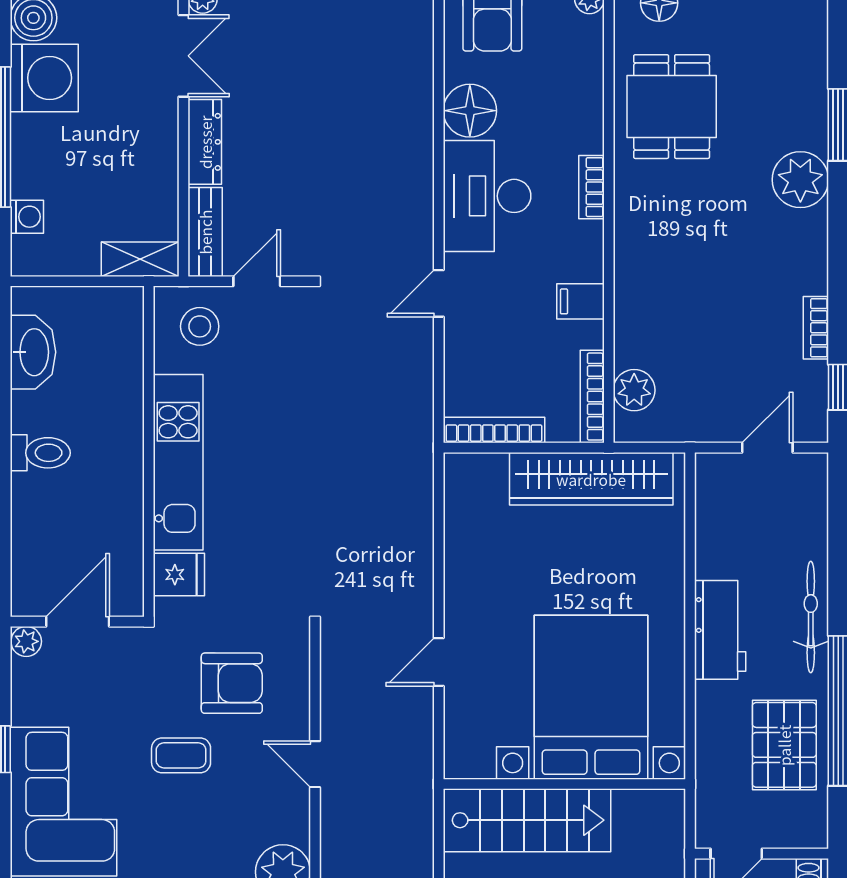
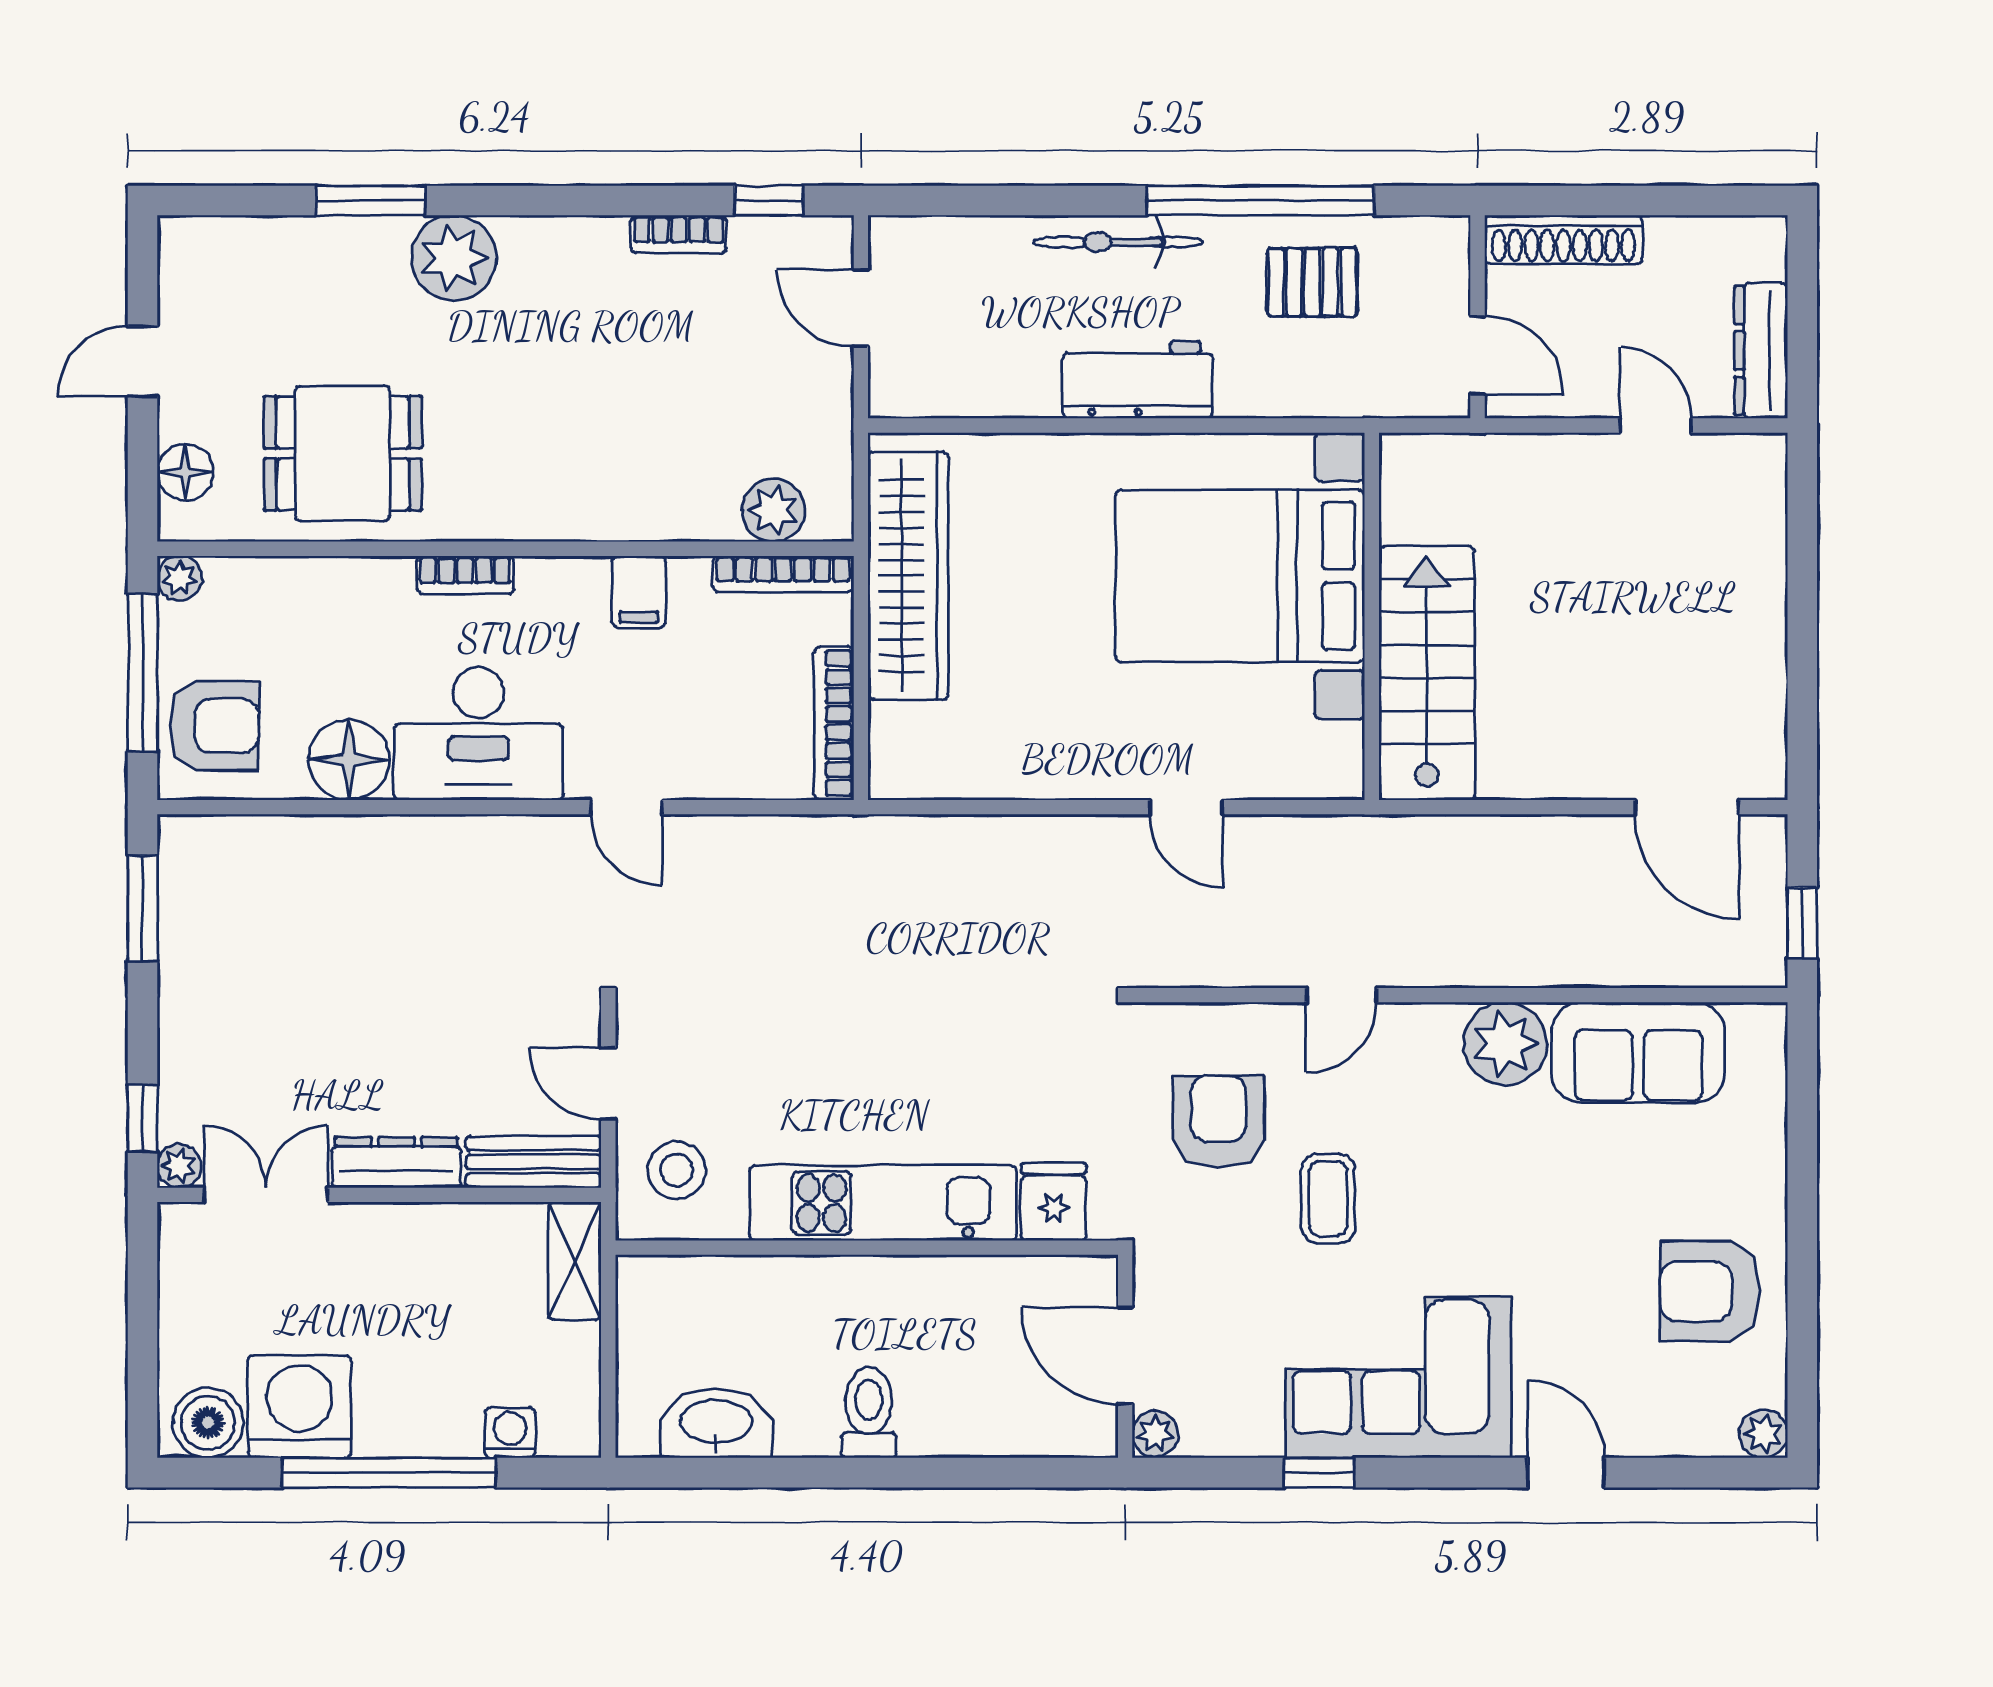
pallet: (784, 745) -> (1312, 282), width x0.67, depth x0.71

